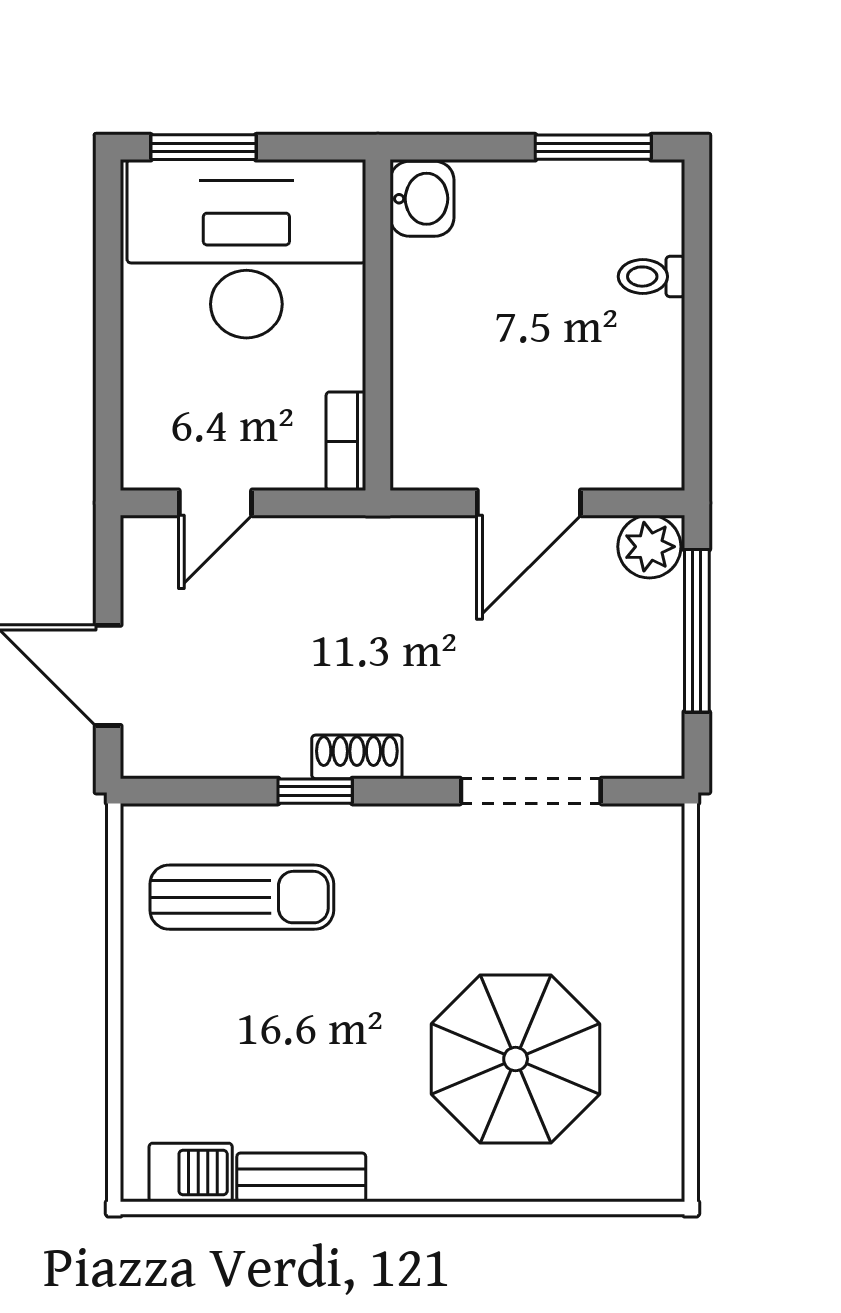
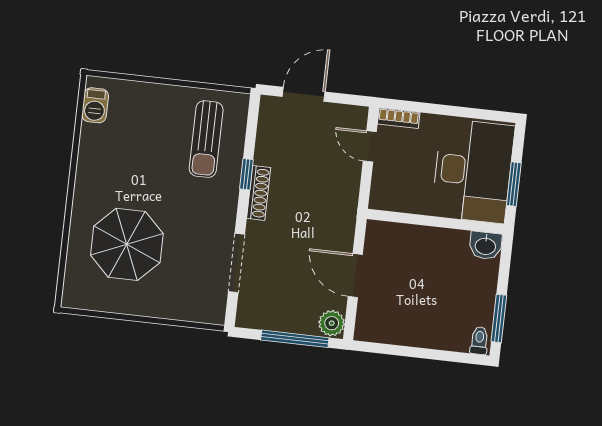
window: (203, 147) -> (514, 184), moved
toilet: (651, 277) -> (479, 341), moved
bookcase: (346, 441) -> (399, 118), moved, turned 180
shoe rack: (357, 757) -> (259, 193), width x1.43
bench: (301, 1177) -> (88, 151), removed

